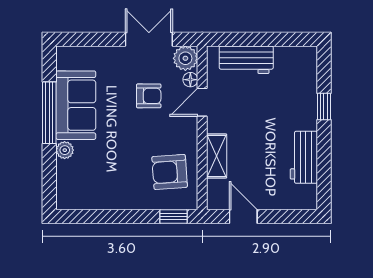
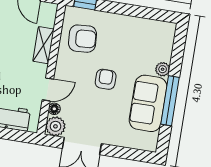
armchair: (149, 96) -> (106, 79), moved, turned 90

